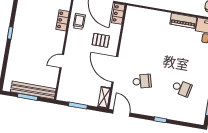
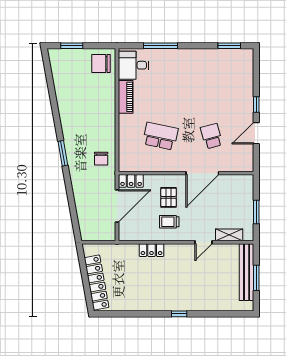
trolley: (79, 21) -> (169, 222), moved
door: (62, 61) -> (204, 242), hinge flipped
school desk: (182, 88) -> (160, 136), moved, width x1.85
shelving: (104, 97) -> (229, 235), moved
door: (121, 113) -> (256, 133), moved

